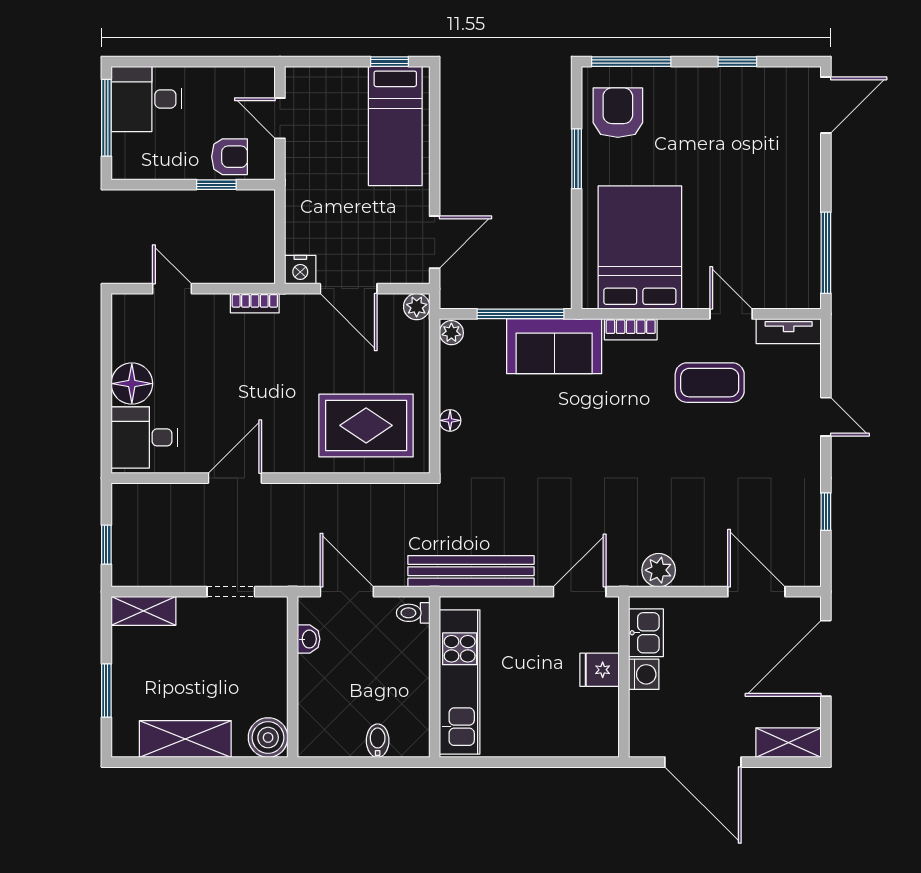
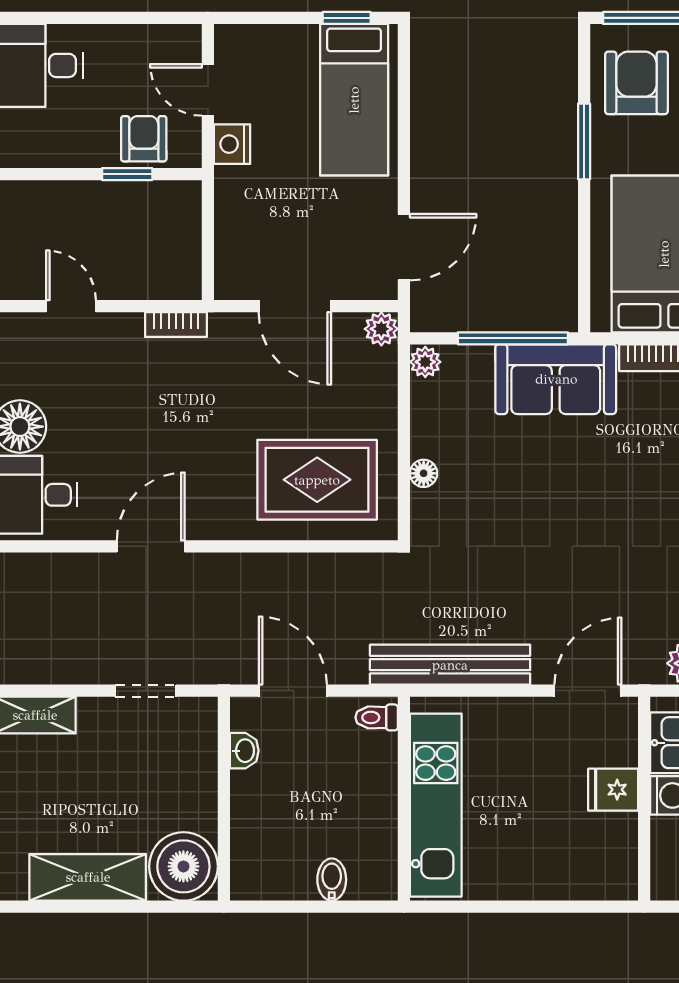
armchair: (230, 157) -> (144, 139), turned -90
nightstand: (300, 270) -> (232, 144), moved, turned 90
boiler: (268, 738) -> (183, 866), width x1.37, depth x1.37

